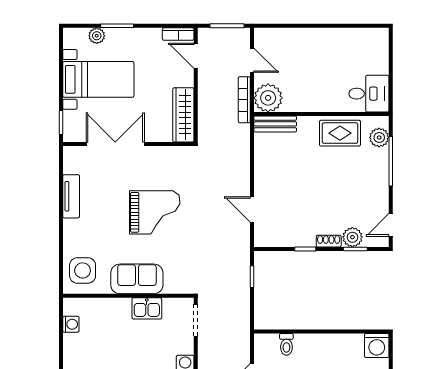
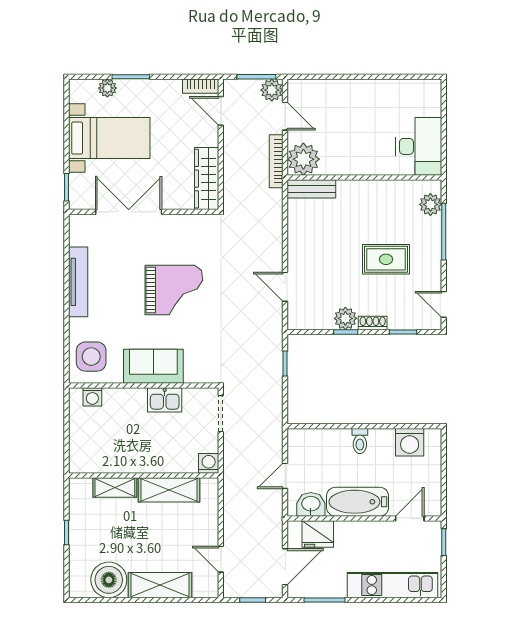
plant: (240, 37) -> (272, 90), added
desk: (369, 94) -> (419, 146), width x1.37
rug: (340, 133) -> (386, 259), moved
tv unit: (71, 196) -> (78, 282), width x1.41
door: (391, 225) -> (444, 304), hinge flipped
plant: (352, 237) -> (345, 318), moved
washing machine: (71, 324) -> (92, 397), moved, turned 90
toilet: (286, 344) -> (360, 441), moved
washing machine: (377, 345) -> (410, 442), moved

